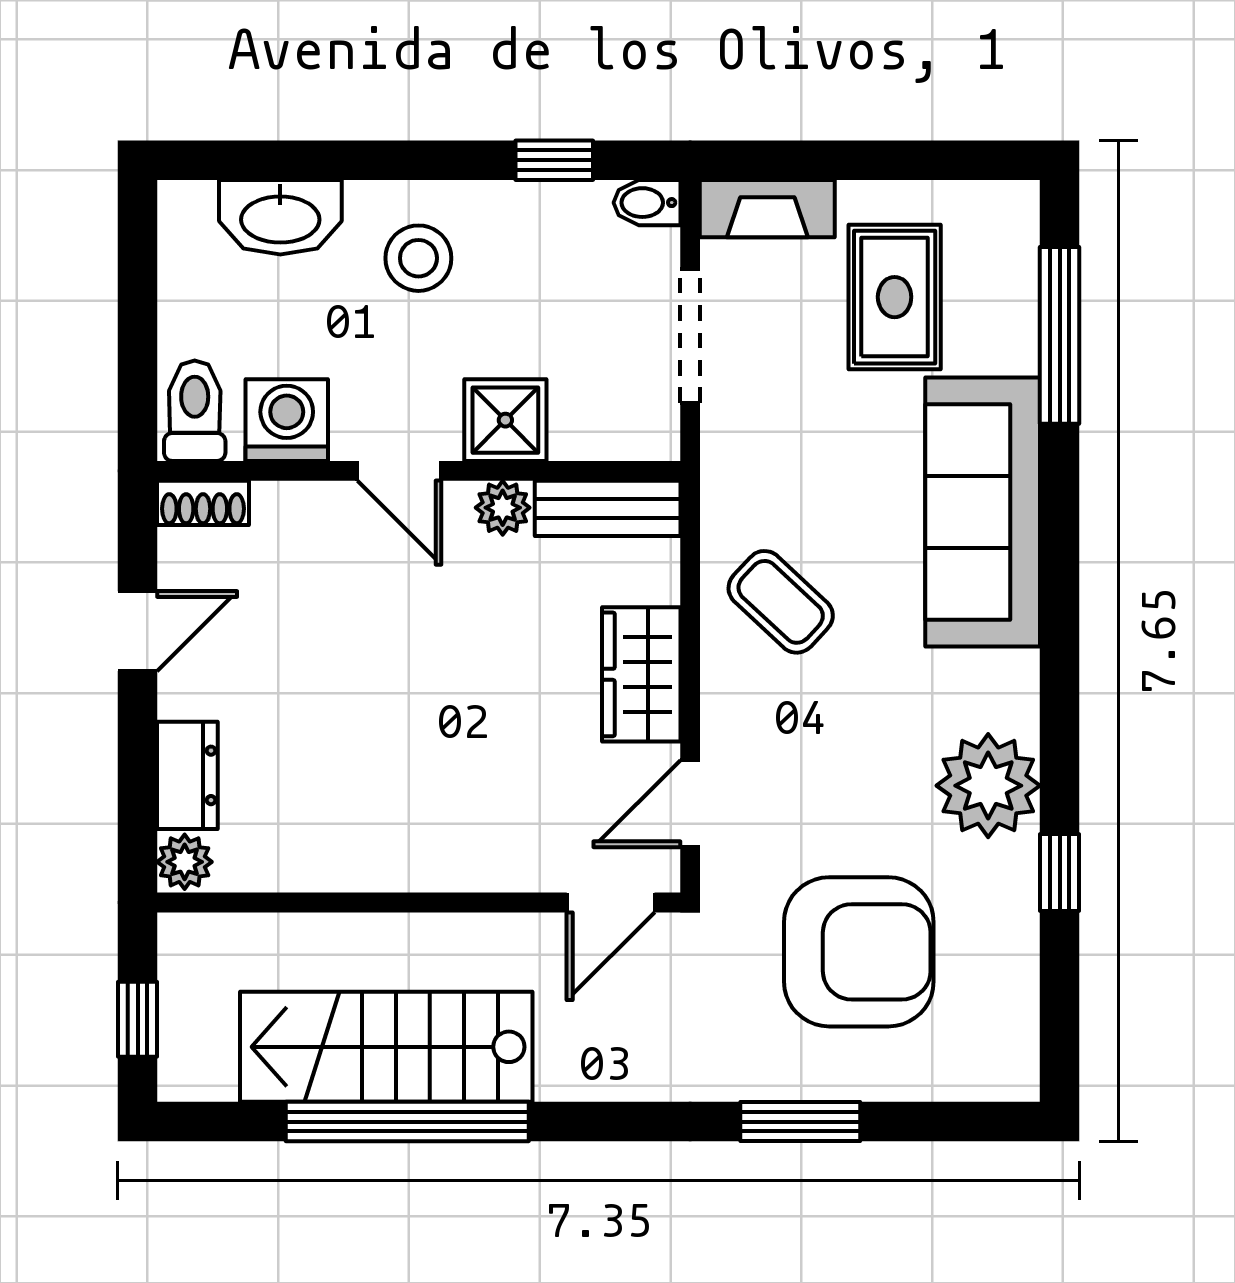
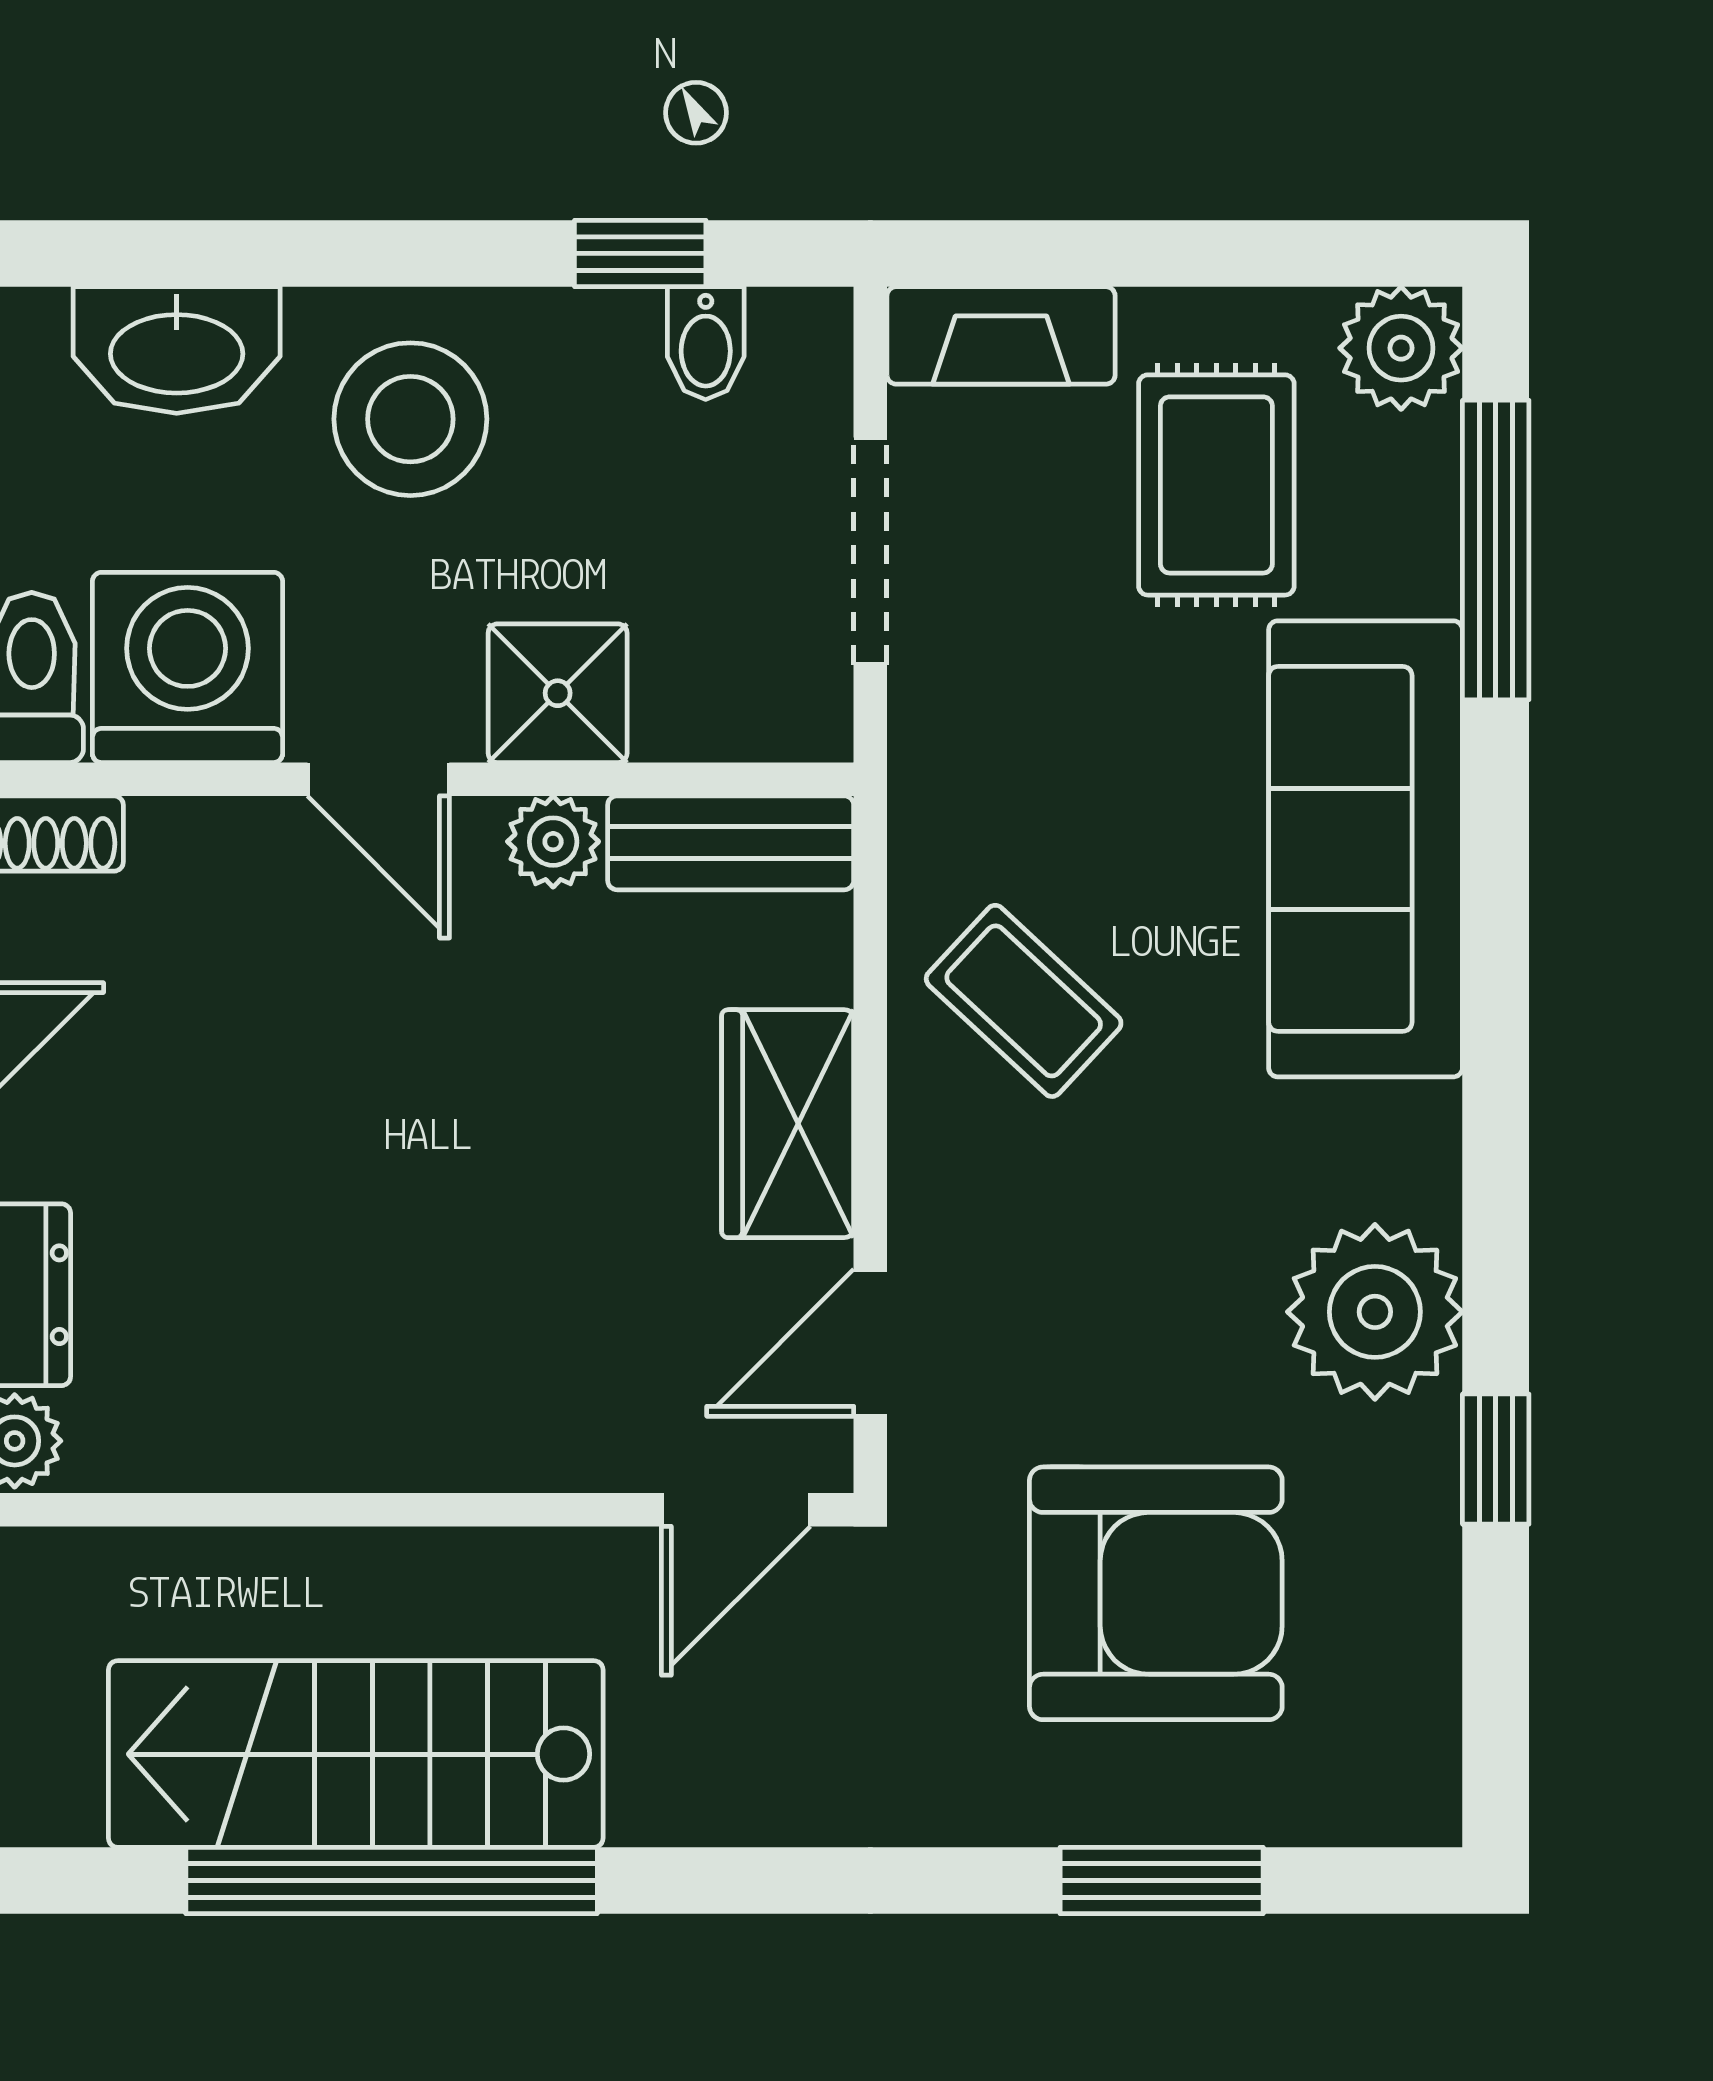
bidet: (647, 203) -> (706, 343), moved, turned -90
plant: (1004, 216) -> (1401, 348), added
stool: (418, 258) -> (410, 419), width x1.38, depth x1.38
washing machine: (287, 420) -> (188, 667), width x1.37, depth x1.37
window: (800, 1122) -> (1162, 1881), moved

